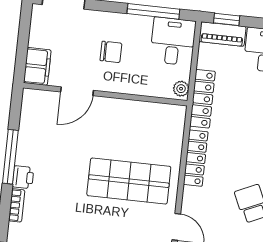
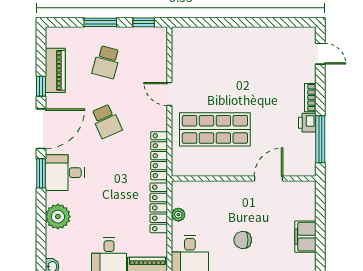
filing cabinet: (37, 66) -> (305, 237), moved
door: (77, 91) -> (269, 178), moved
wall: (105, 94) -> (244, 178), moved

